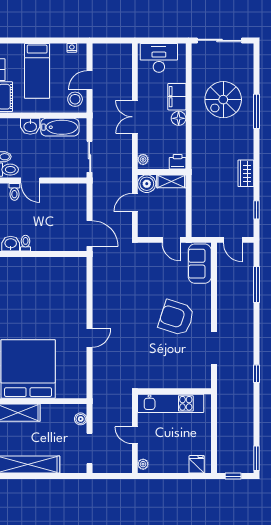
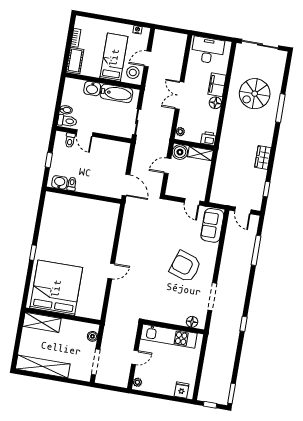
bed: (37, 71) -> (114, 57), moved, turned 180
floor lamp: (195, 382) -> (192, 322), added
door: (135, 435) -> (135, 357), swing flipped

